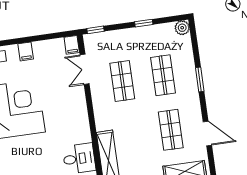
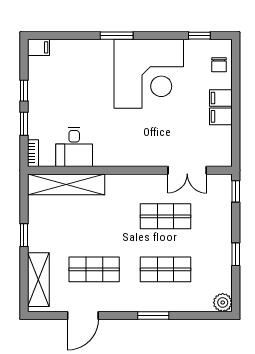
filing cabinet: (72, 45) -> (221, 116), moved
double door: (85, 69) -> (187, 170), swing flipped

